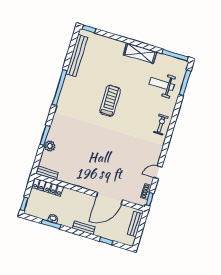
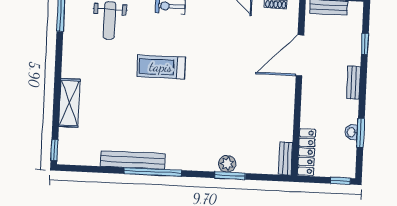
shelving: (140, 53) -> (69, 103), moved
bench: (77, 56) -> (133, 160), moved
treadmill: (110, 101) -> (161, 67), moved
plant: (50, 146) -> (227, 164), moved
door: (109, 198) -> (300, 55), swing flipped

